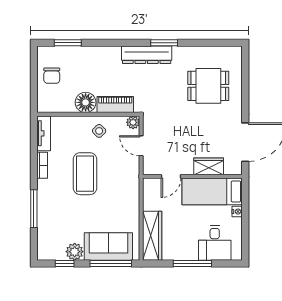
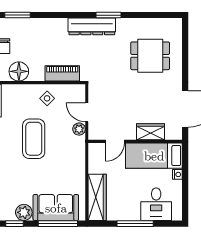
floor lamp: (86, 102) -> (19, 71), moved
plant: (133, 122) -> (79, 129), moved

